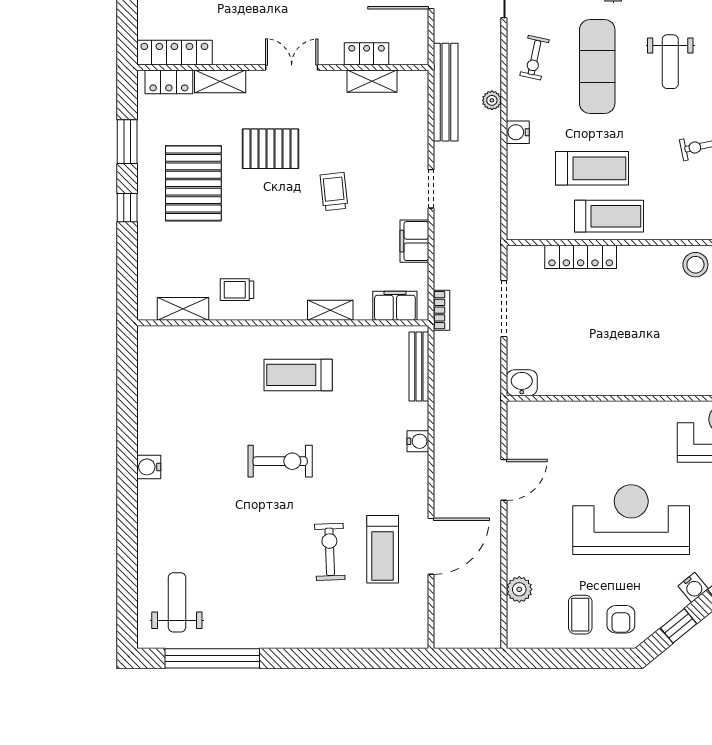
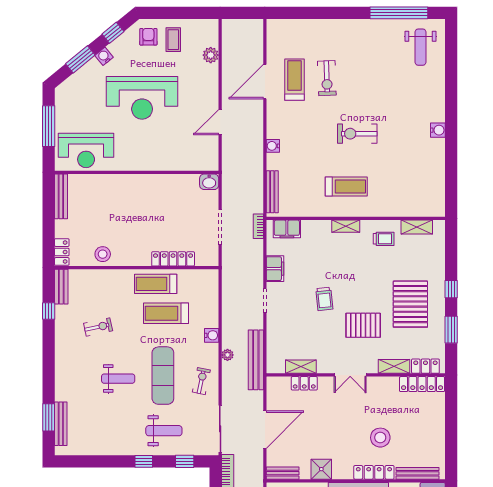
weight bench: (670, 62) -> (118, 379), turned 90
shelving: (330, 310) -> (346, 226), moved

